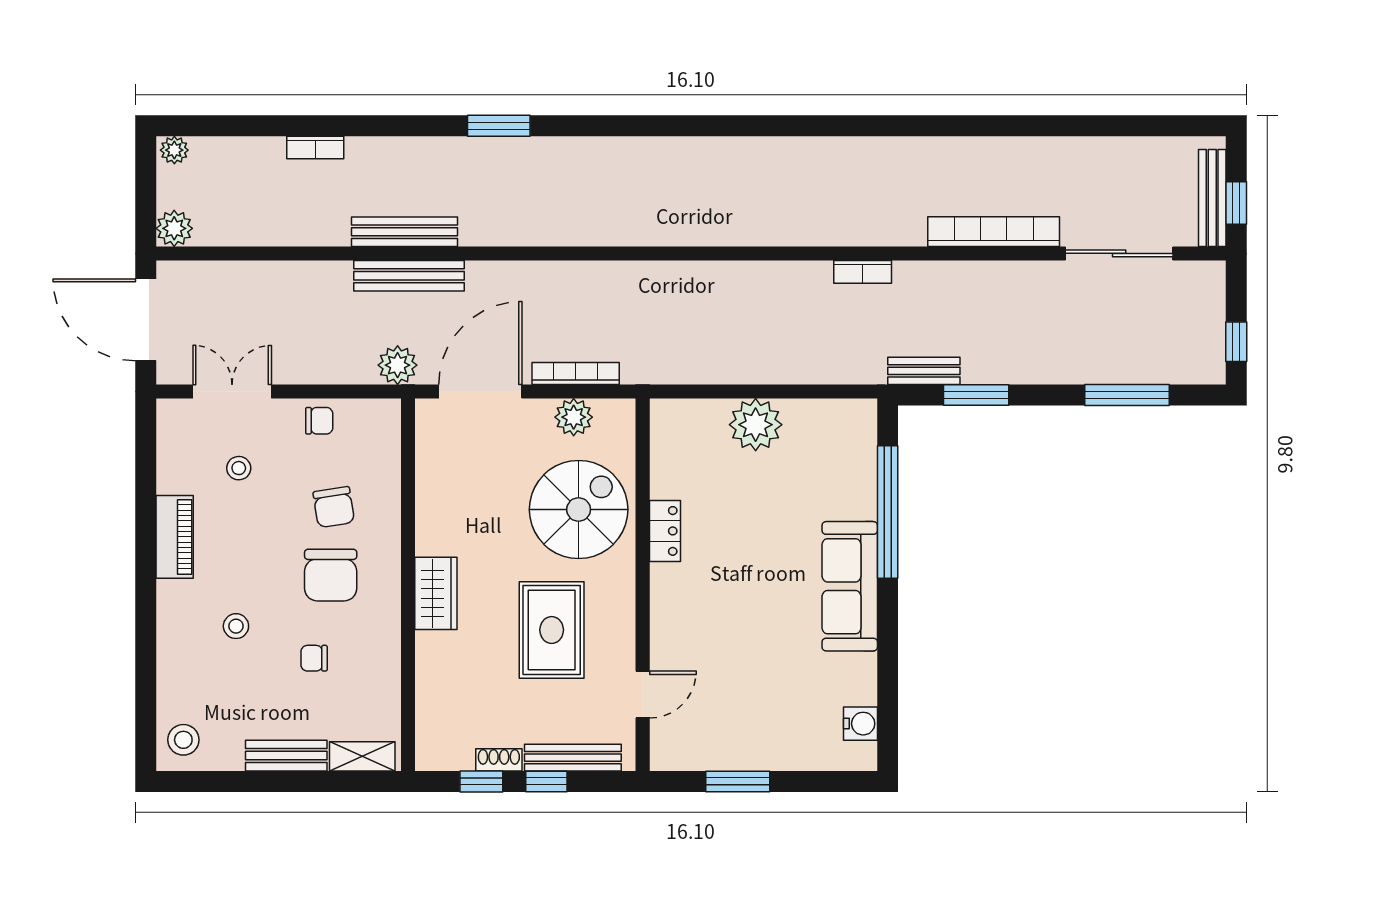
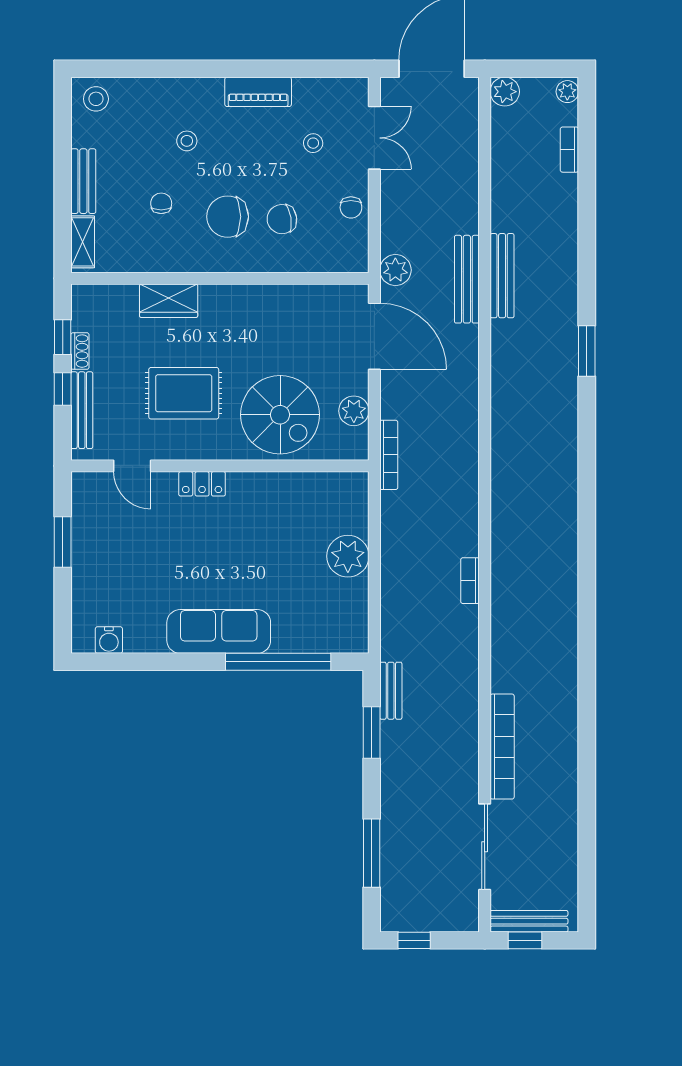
bookcase: (315, 147) -> (569, 150), moved
bookcase: (863, 272) -> (470, 581), moved
bookcase: (576, 373) -> (389, 455), moved
locker: (665, 531) -> (202, 484), moved
wardrobe: (436, 593) -> (169, 301), moved

